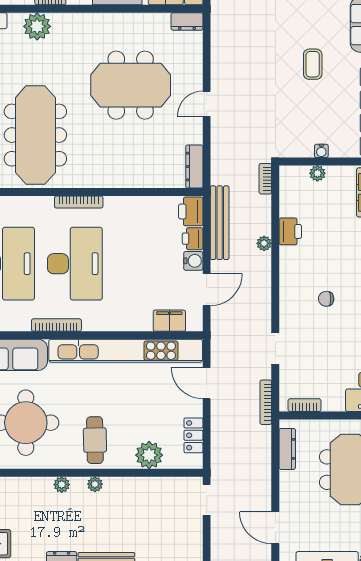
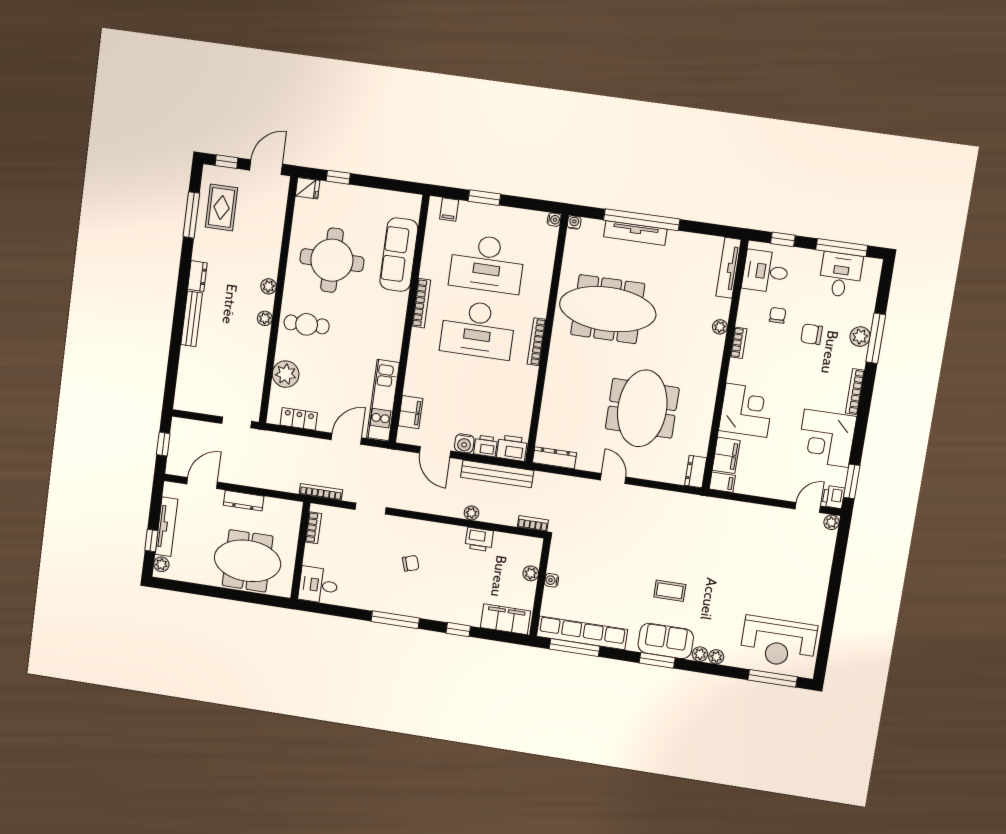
plant: (37, 26) -> (720, 327), width x0.53, depth x0.53
coffee table: (313, 64) -> (670, 591), moved
chair: (326, 299) -> (411, 563), turned 72
kitchen unit: (126, 351) -> (383, 400), width x0.54
dresser: (287, 449) -> (244, 501), moved

